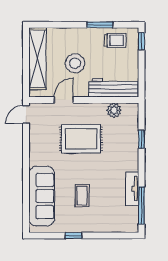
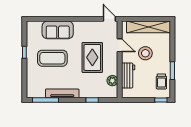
workbench: (113, 88) -> (128, 75), width x0.73
tv unit: (132, 189) -> (62, 93), width x1.41
sofa: (42, 196) -> (58, 30), width x0.73
coffee table: (82, 196) -> (52, 58), width x1.86, depth x1.72

